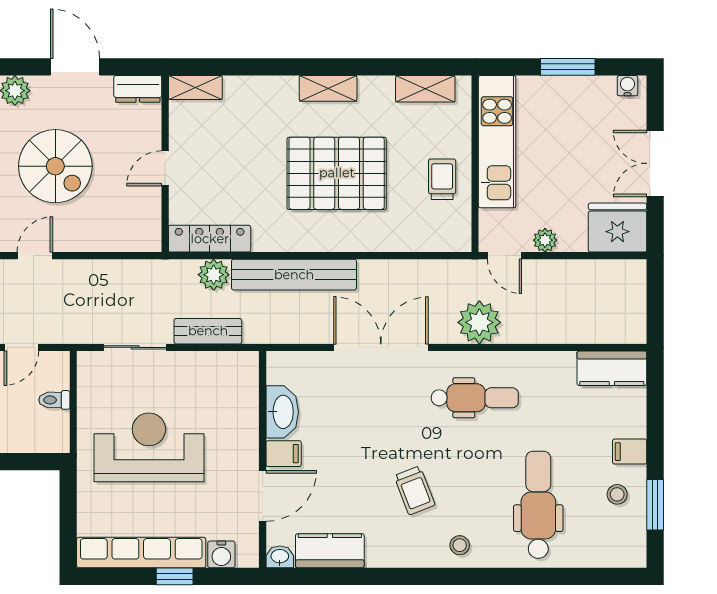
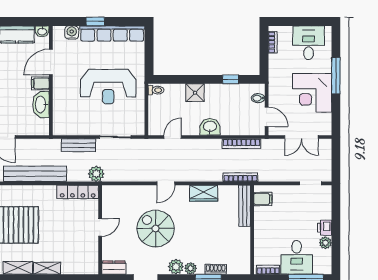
shelving: (195, 88) -> (47, 268), moved
plant: (214, 275) -> (96, 174), moved
toilet: (54, 400) -> (156, 90), moved

